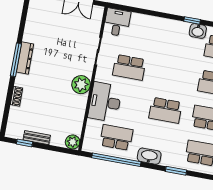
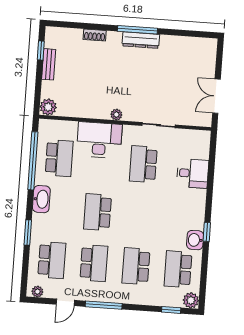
desk: (117, 22) -> (193, 173), moved
plant: (81, 85) -> (116, 115), width x0.53, depth x0.53

